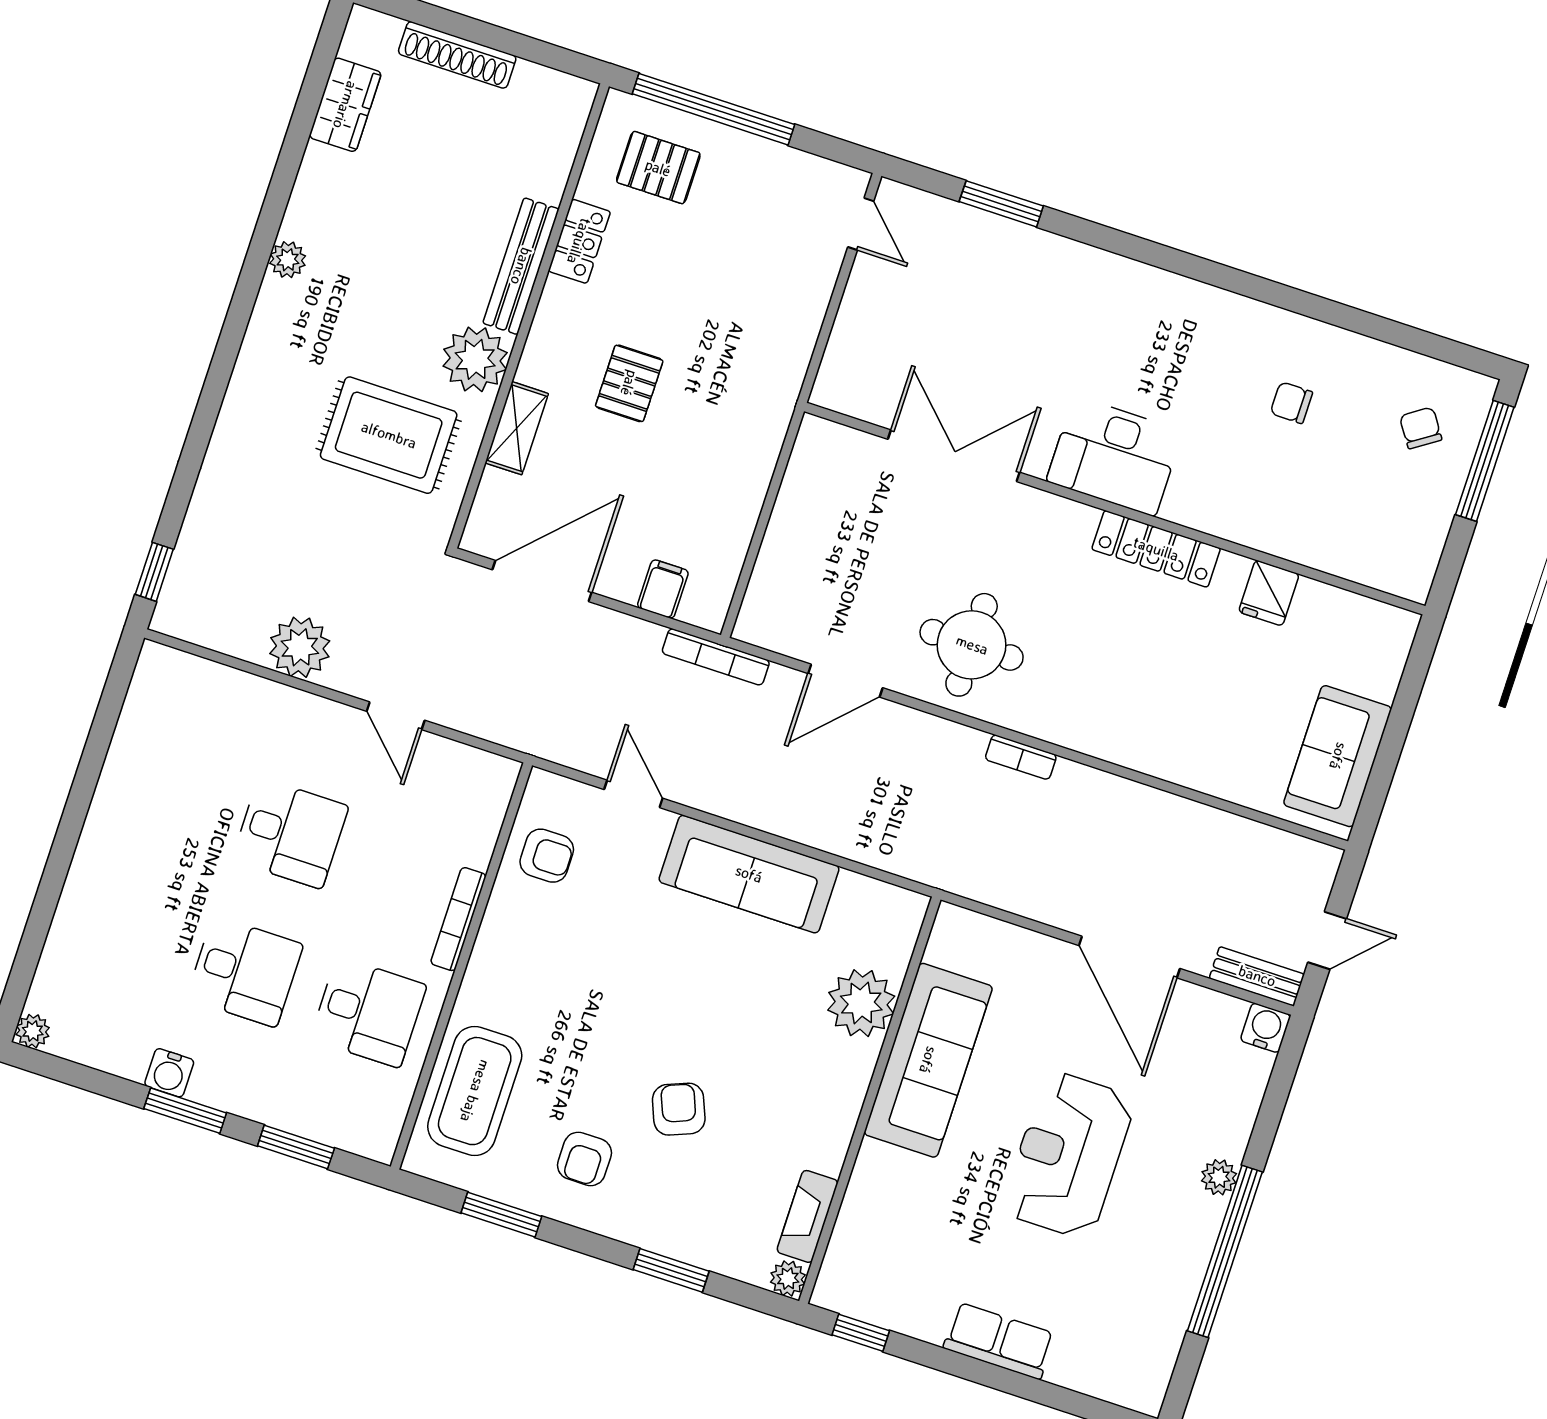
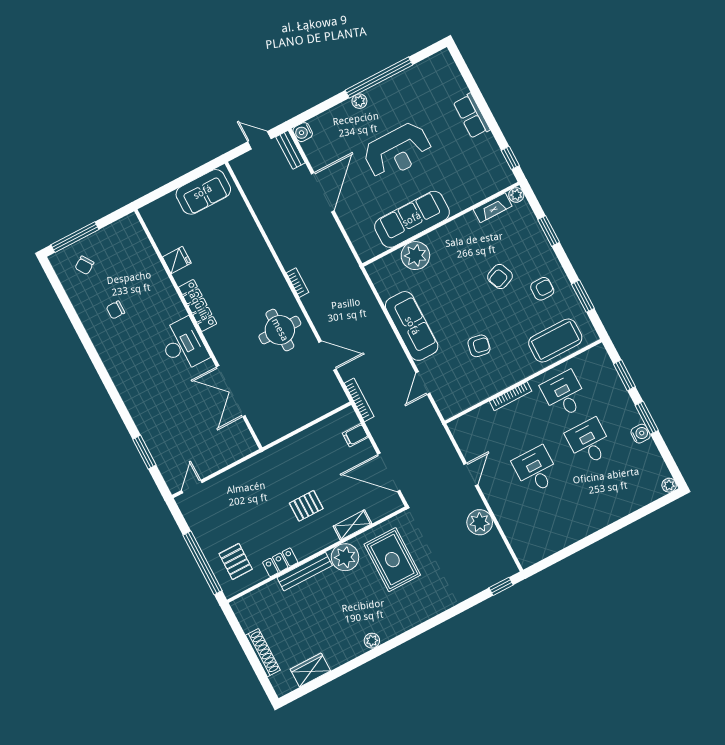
chair: (1291, 403) -> (116, 310), turned 90
armchair: (547, 856) -> (479, 346), moved, turned 101

